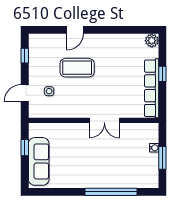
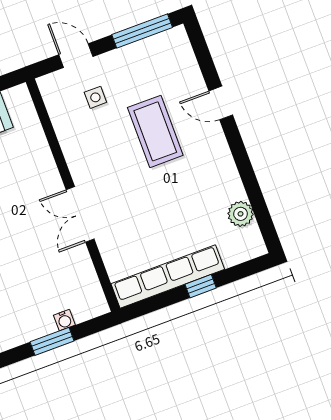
plant: (152, 41) -> (241, 214), moved
window: (25, 56) -> (142, 31), width x2.17

